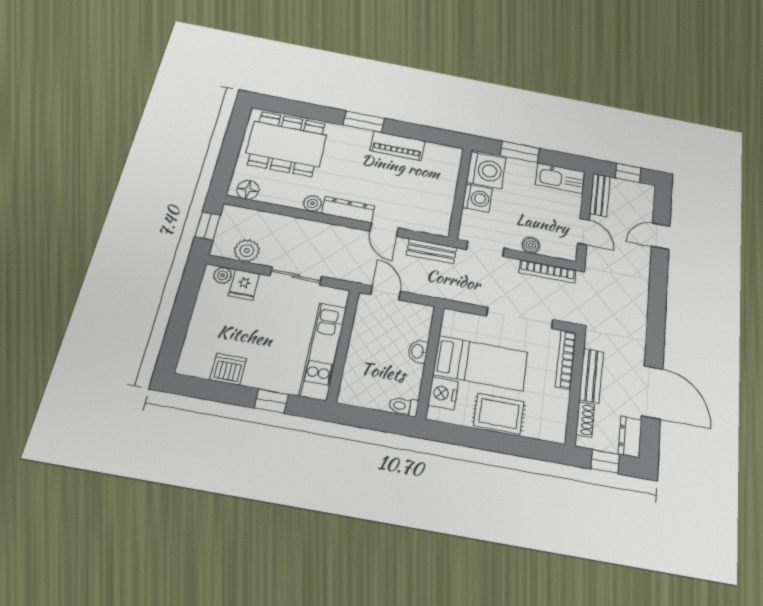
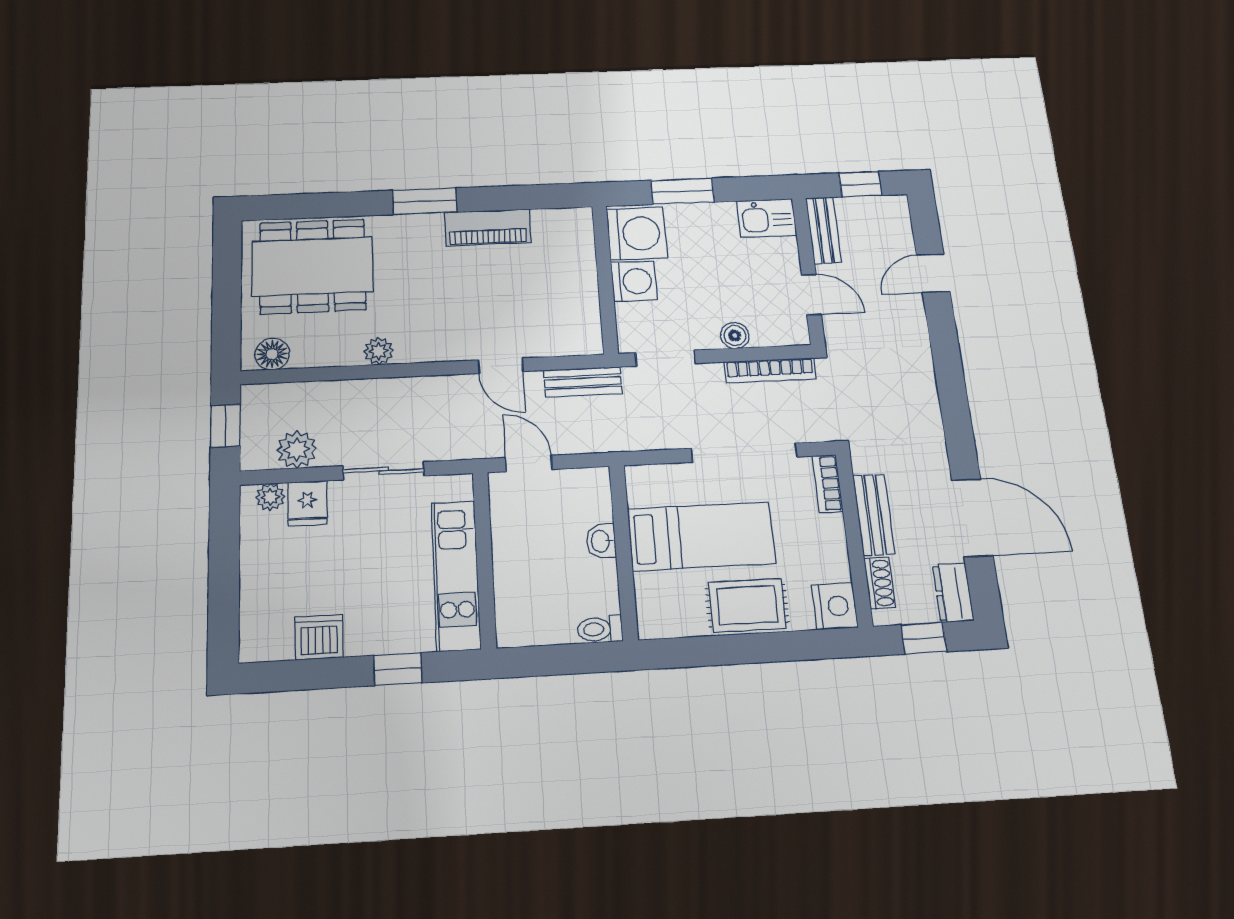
kitchen sink: (560, 178) -> (767, 218), width x0.73
dresser: (348, 210) -> (437, 348), removed
bookcase: (566, 360) -> (828, 483), width x0.64
nightstand: (443, 393) -> (835, 606), moved, turned 180

